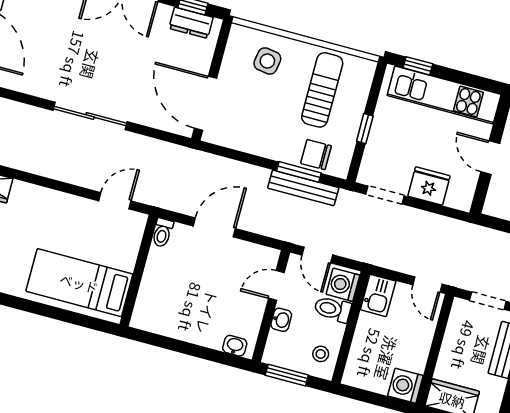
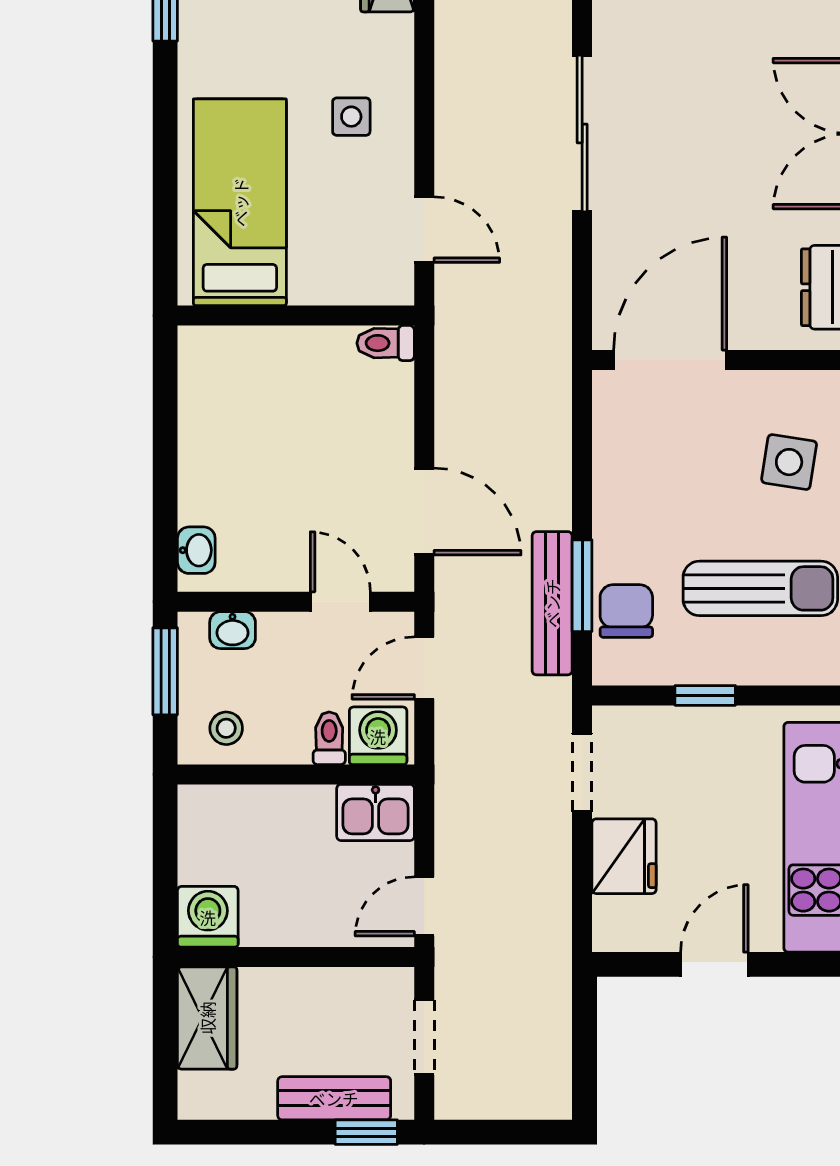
side table: (54, 220) -> (351, 117), added
door: (214, 227) -> (424, 512), moved
toilet: (333, 309) -> (329, 738), width x0.73, depth x0.72
washbasin: (281, 320) -> (233, 630), moved

